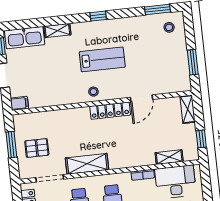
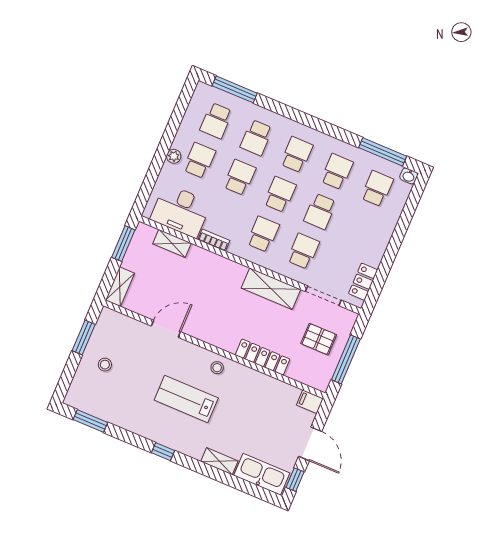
stool: (169, 27) -> (105, 365), moved
locker: (110, 111) -> (263, 357), moved
window: (201, 139) -> (123, 244), width x1.50
window: (11, 145) -> (346, 359), width x1.44

